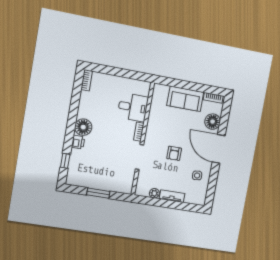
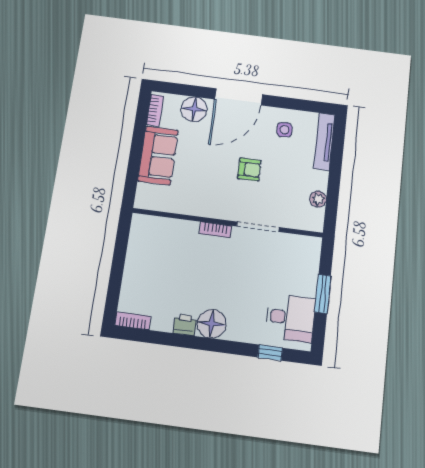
desk: (133, 107) -> (290, 318), moved, turned 90
printer: (78, 142) -> (185, 325), moved
tv unit: (172, 196) -> (324, 142), moved, width x1.41

